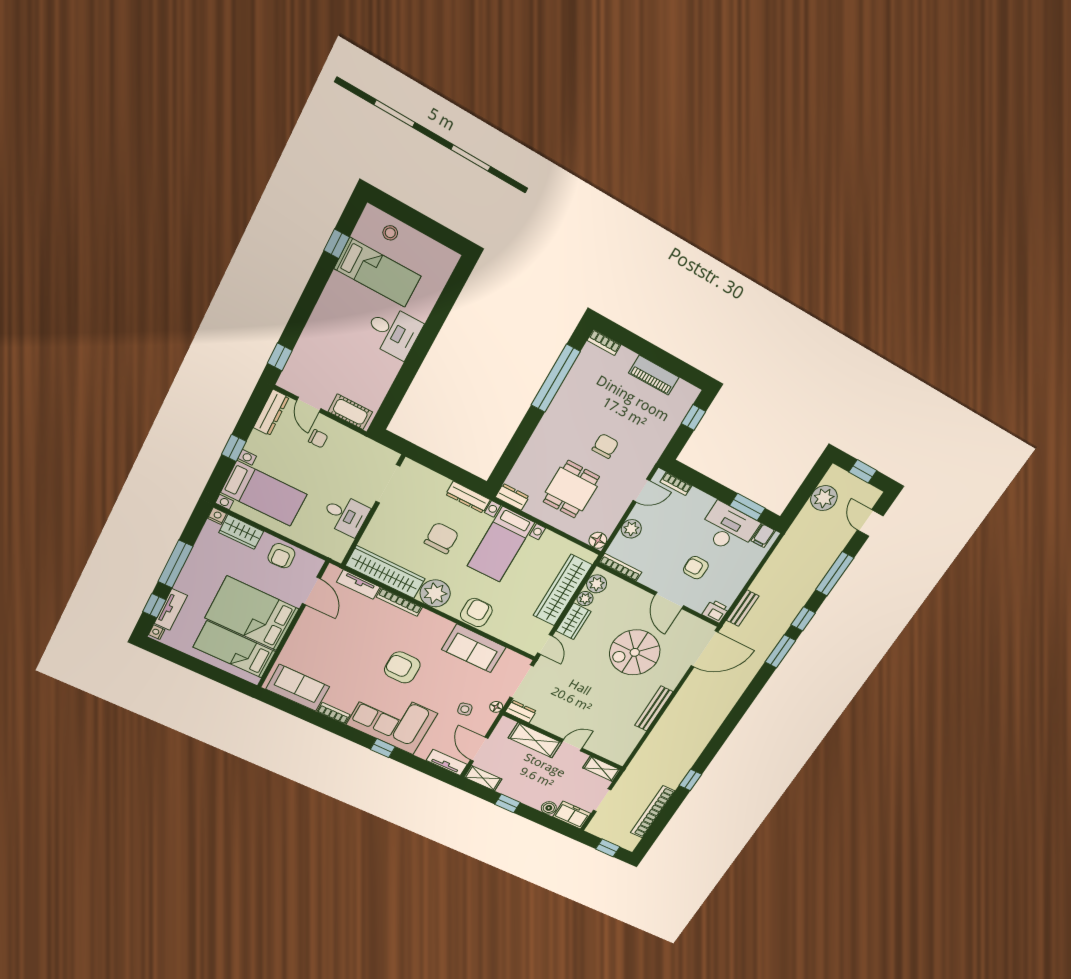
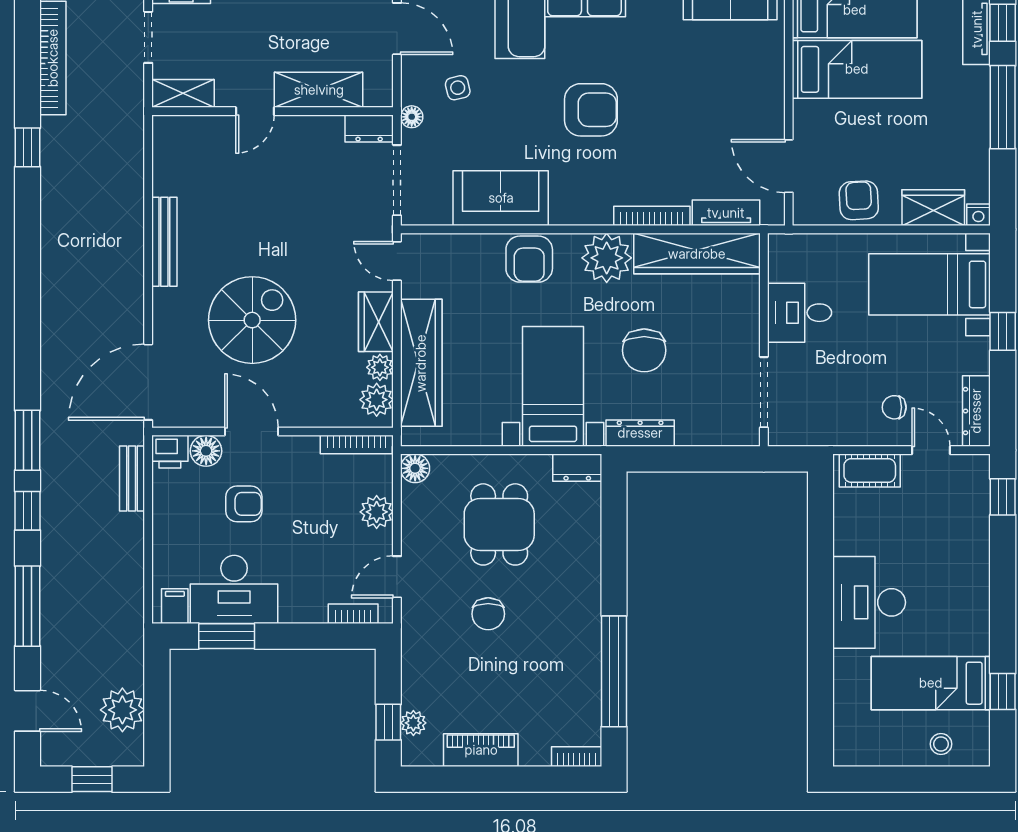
desk: (393, 332) -> (869, 602), width x1.37
plant: (681, 410) -> (413, 723), added
floor lamp: (698, 603) -> (206, 451), added
bed: (252, 613) -> (857, 69), width x0.67

